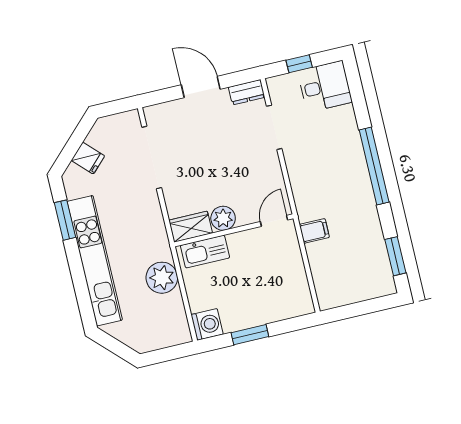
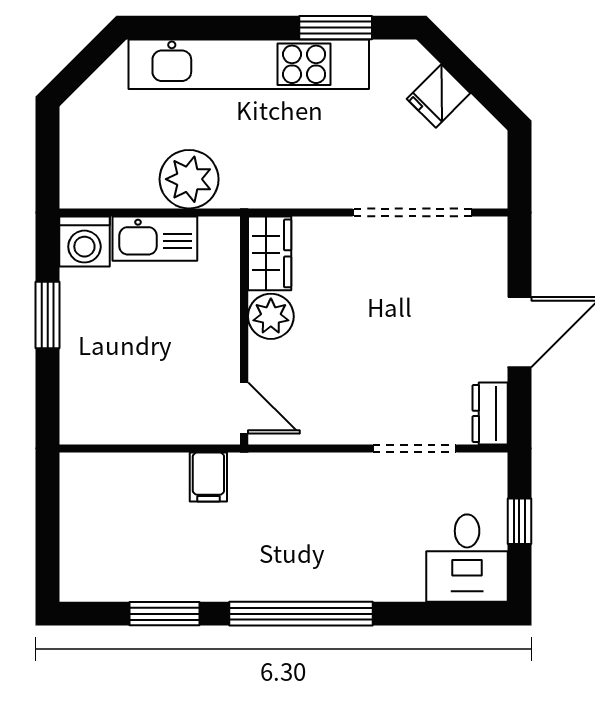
kitchen sink: (205, 252) -> (155, 239), moved, turned -90
window: (395, 256) -> (164, 614), moved

